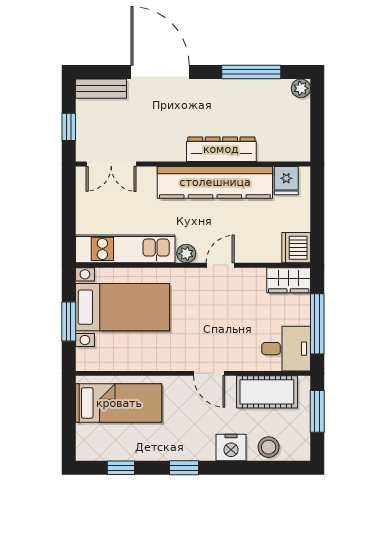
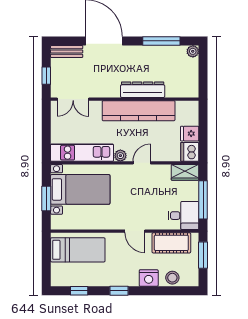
fridge: (286, 181) -> (190, 134), moved, turned 90

